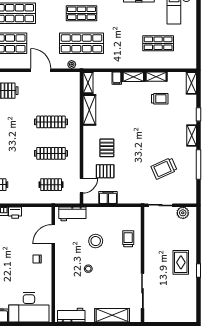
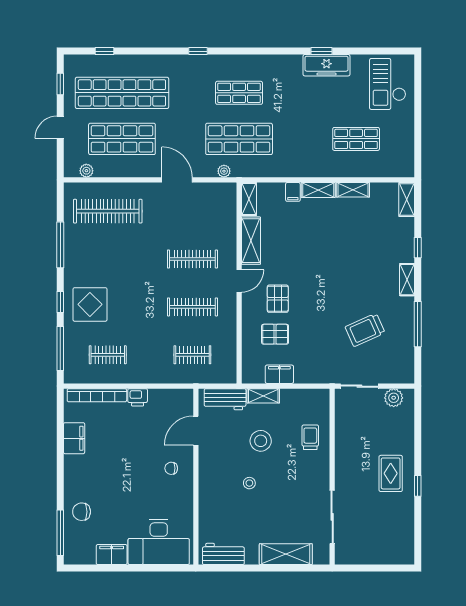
trolley: (160, 99) -> (358, 224), removed
door: (82, 186) -> (239, 281), moved
shelving: (97, 212) -> (263, 396), added

